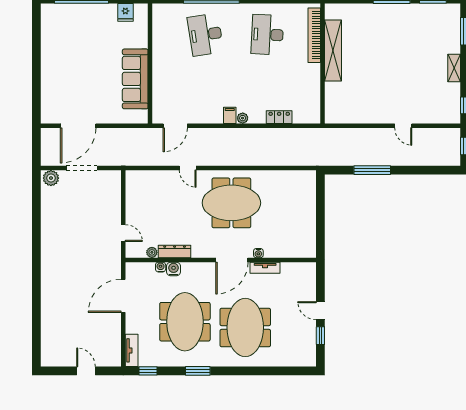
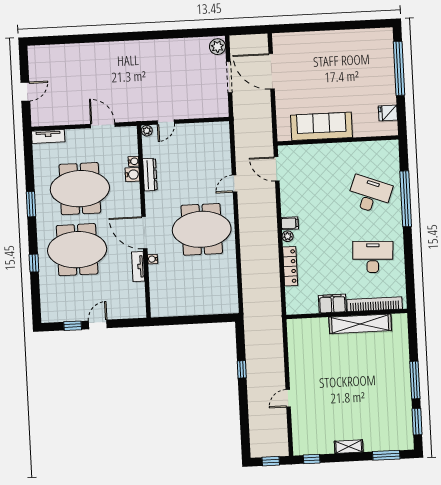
desk: (205, 35) -> (370, 195), turned 30
filing cabinet: (312, 77) -> (332, 304), added
locker: (279, 117) -> (290, 266), width x1.53
window: (372, 170) -> (242, 369), width x0.46
meeting table: (231, 203) -> (202, 229), turned 90
plant: (152, 252) -> (147, 131), moved
door: (123, 296) -> (103, 125), width x0.73
window: (148, 371) -> (34, 263), moved

